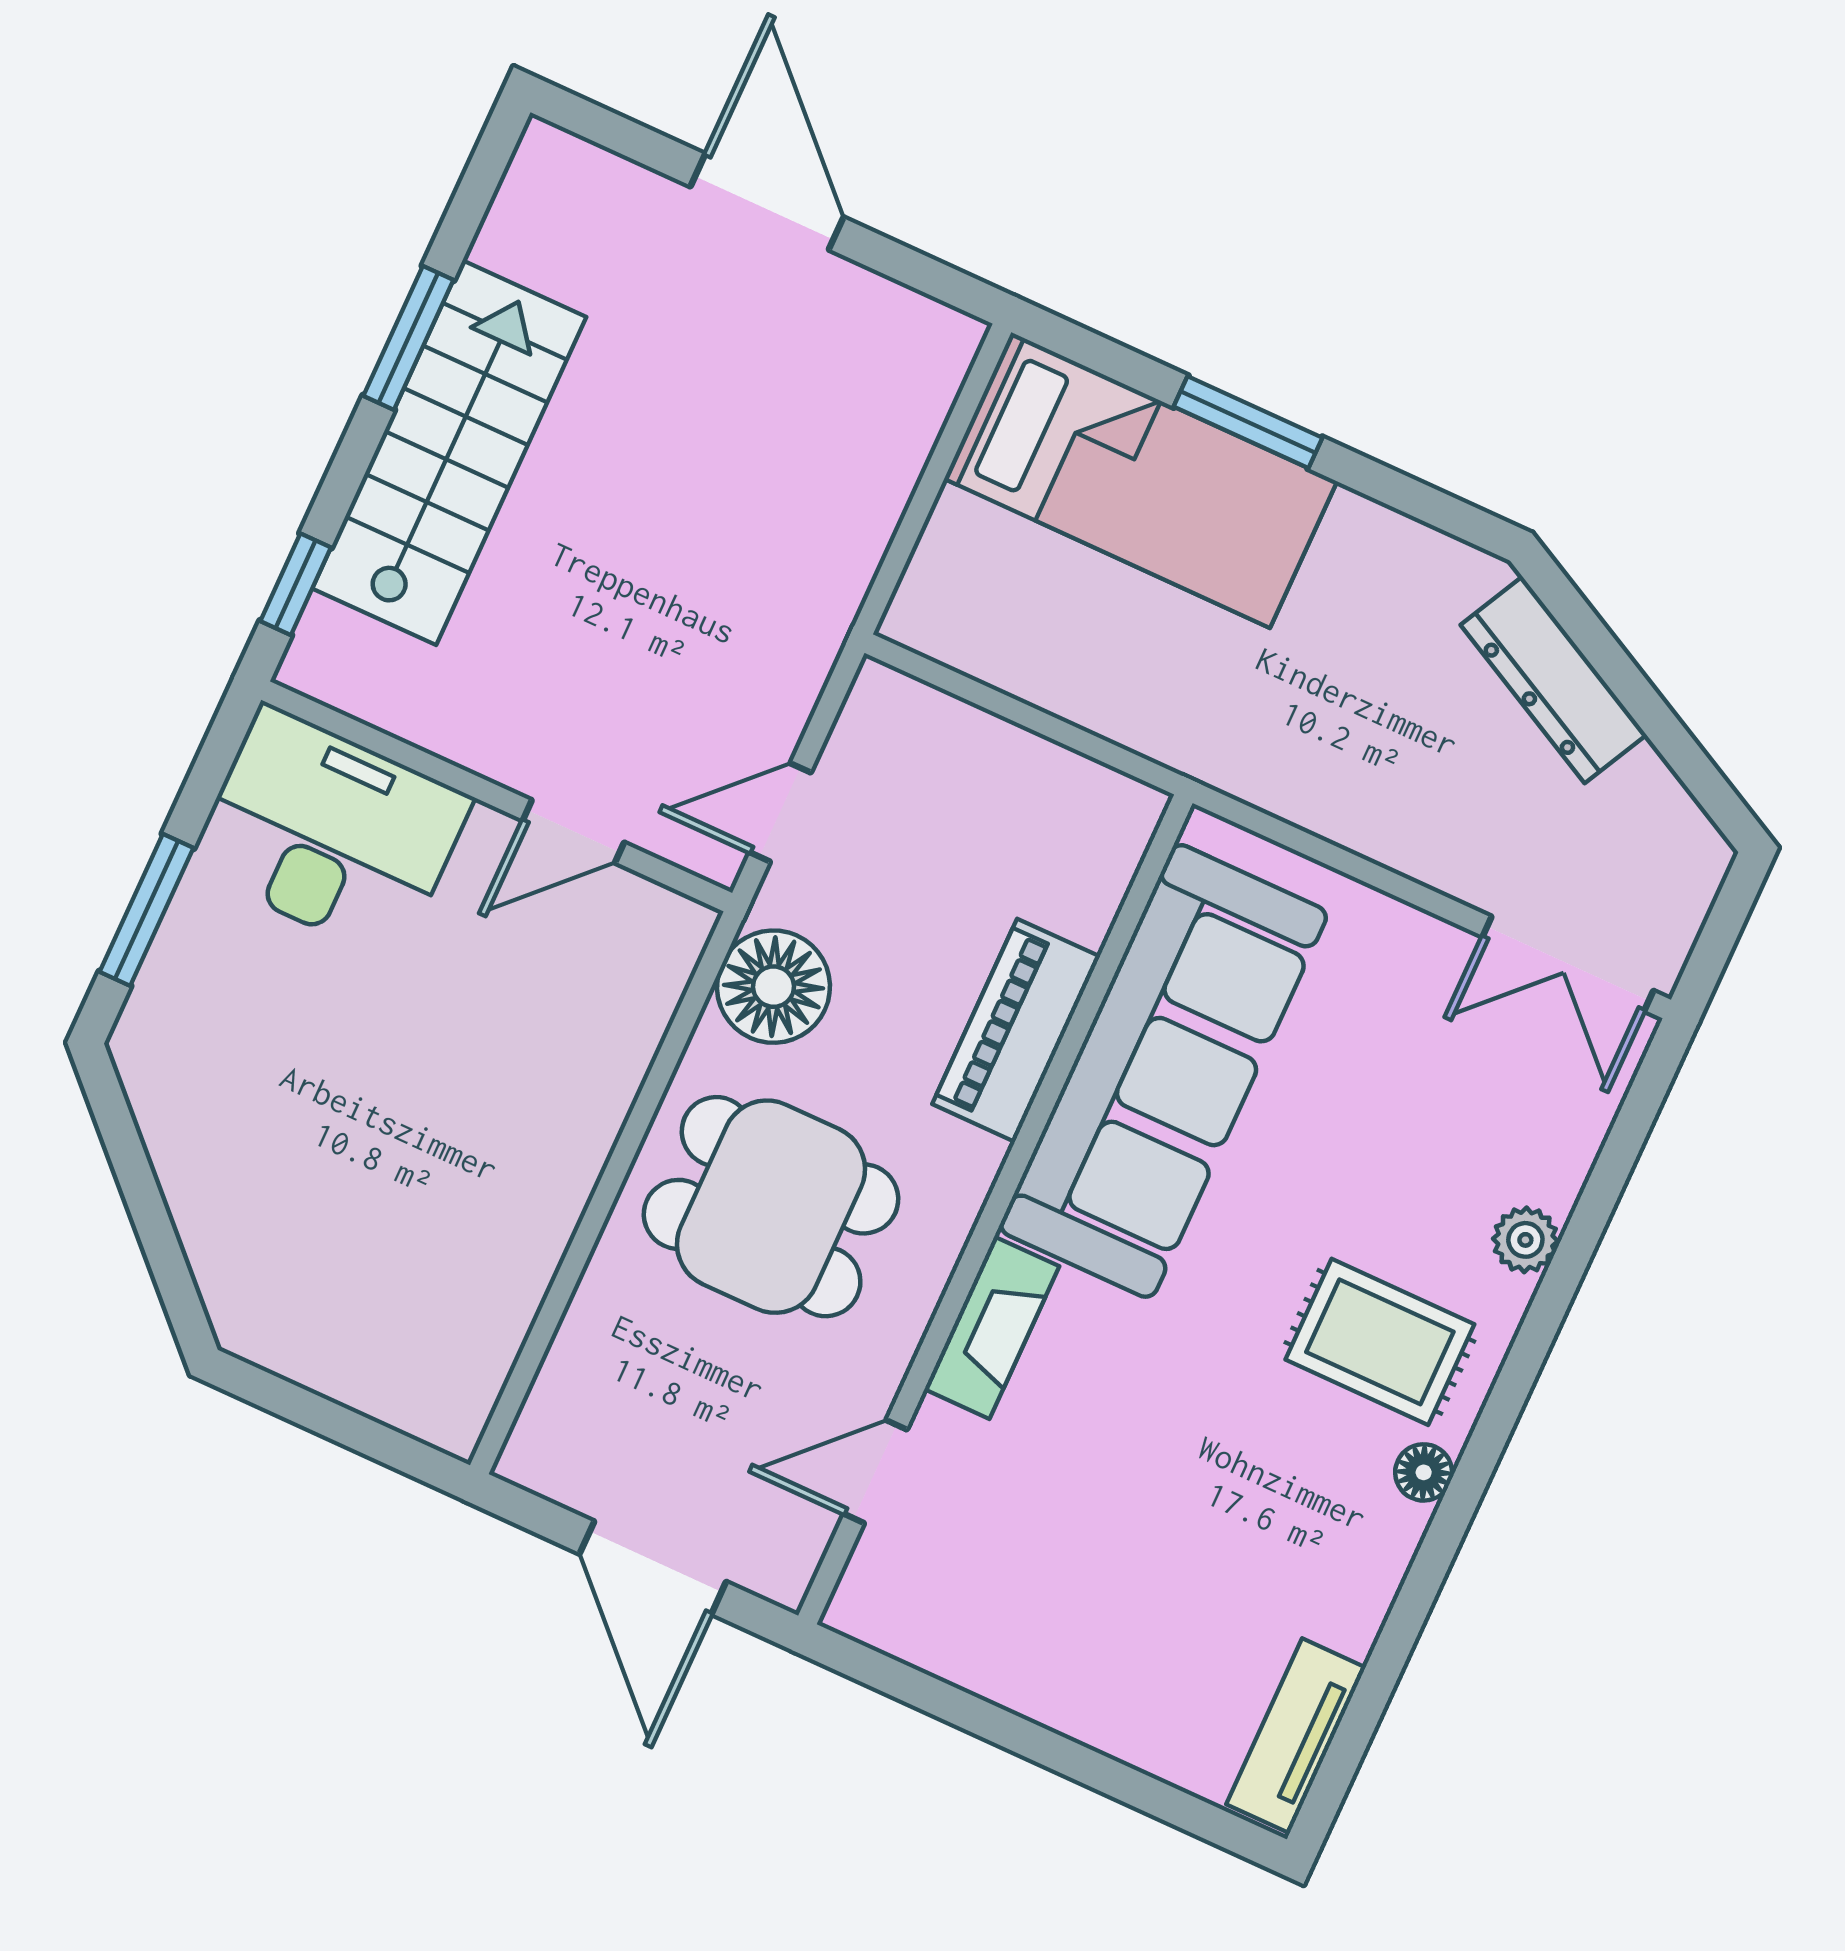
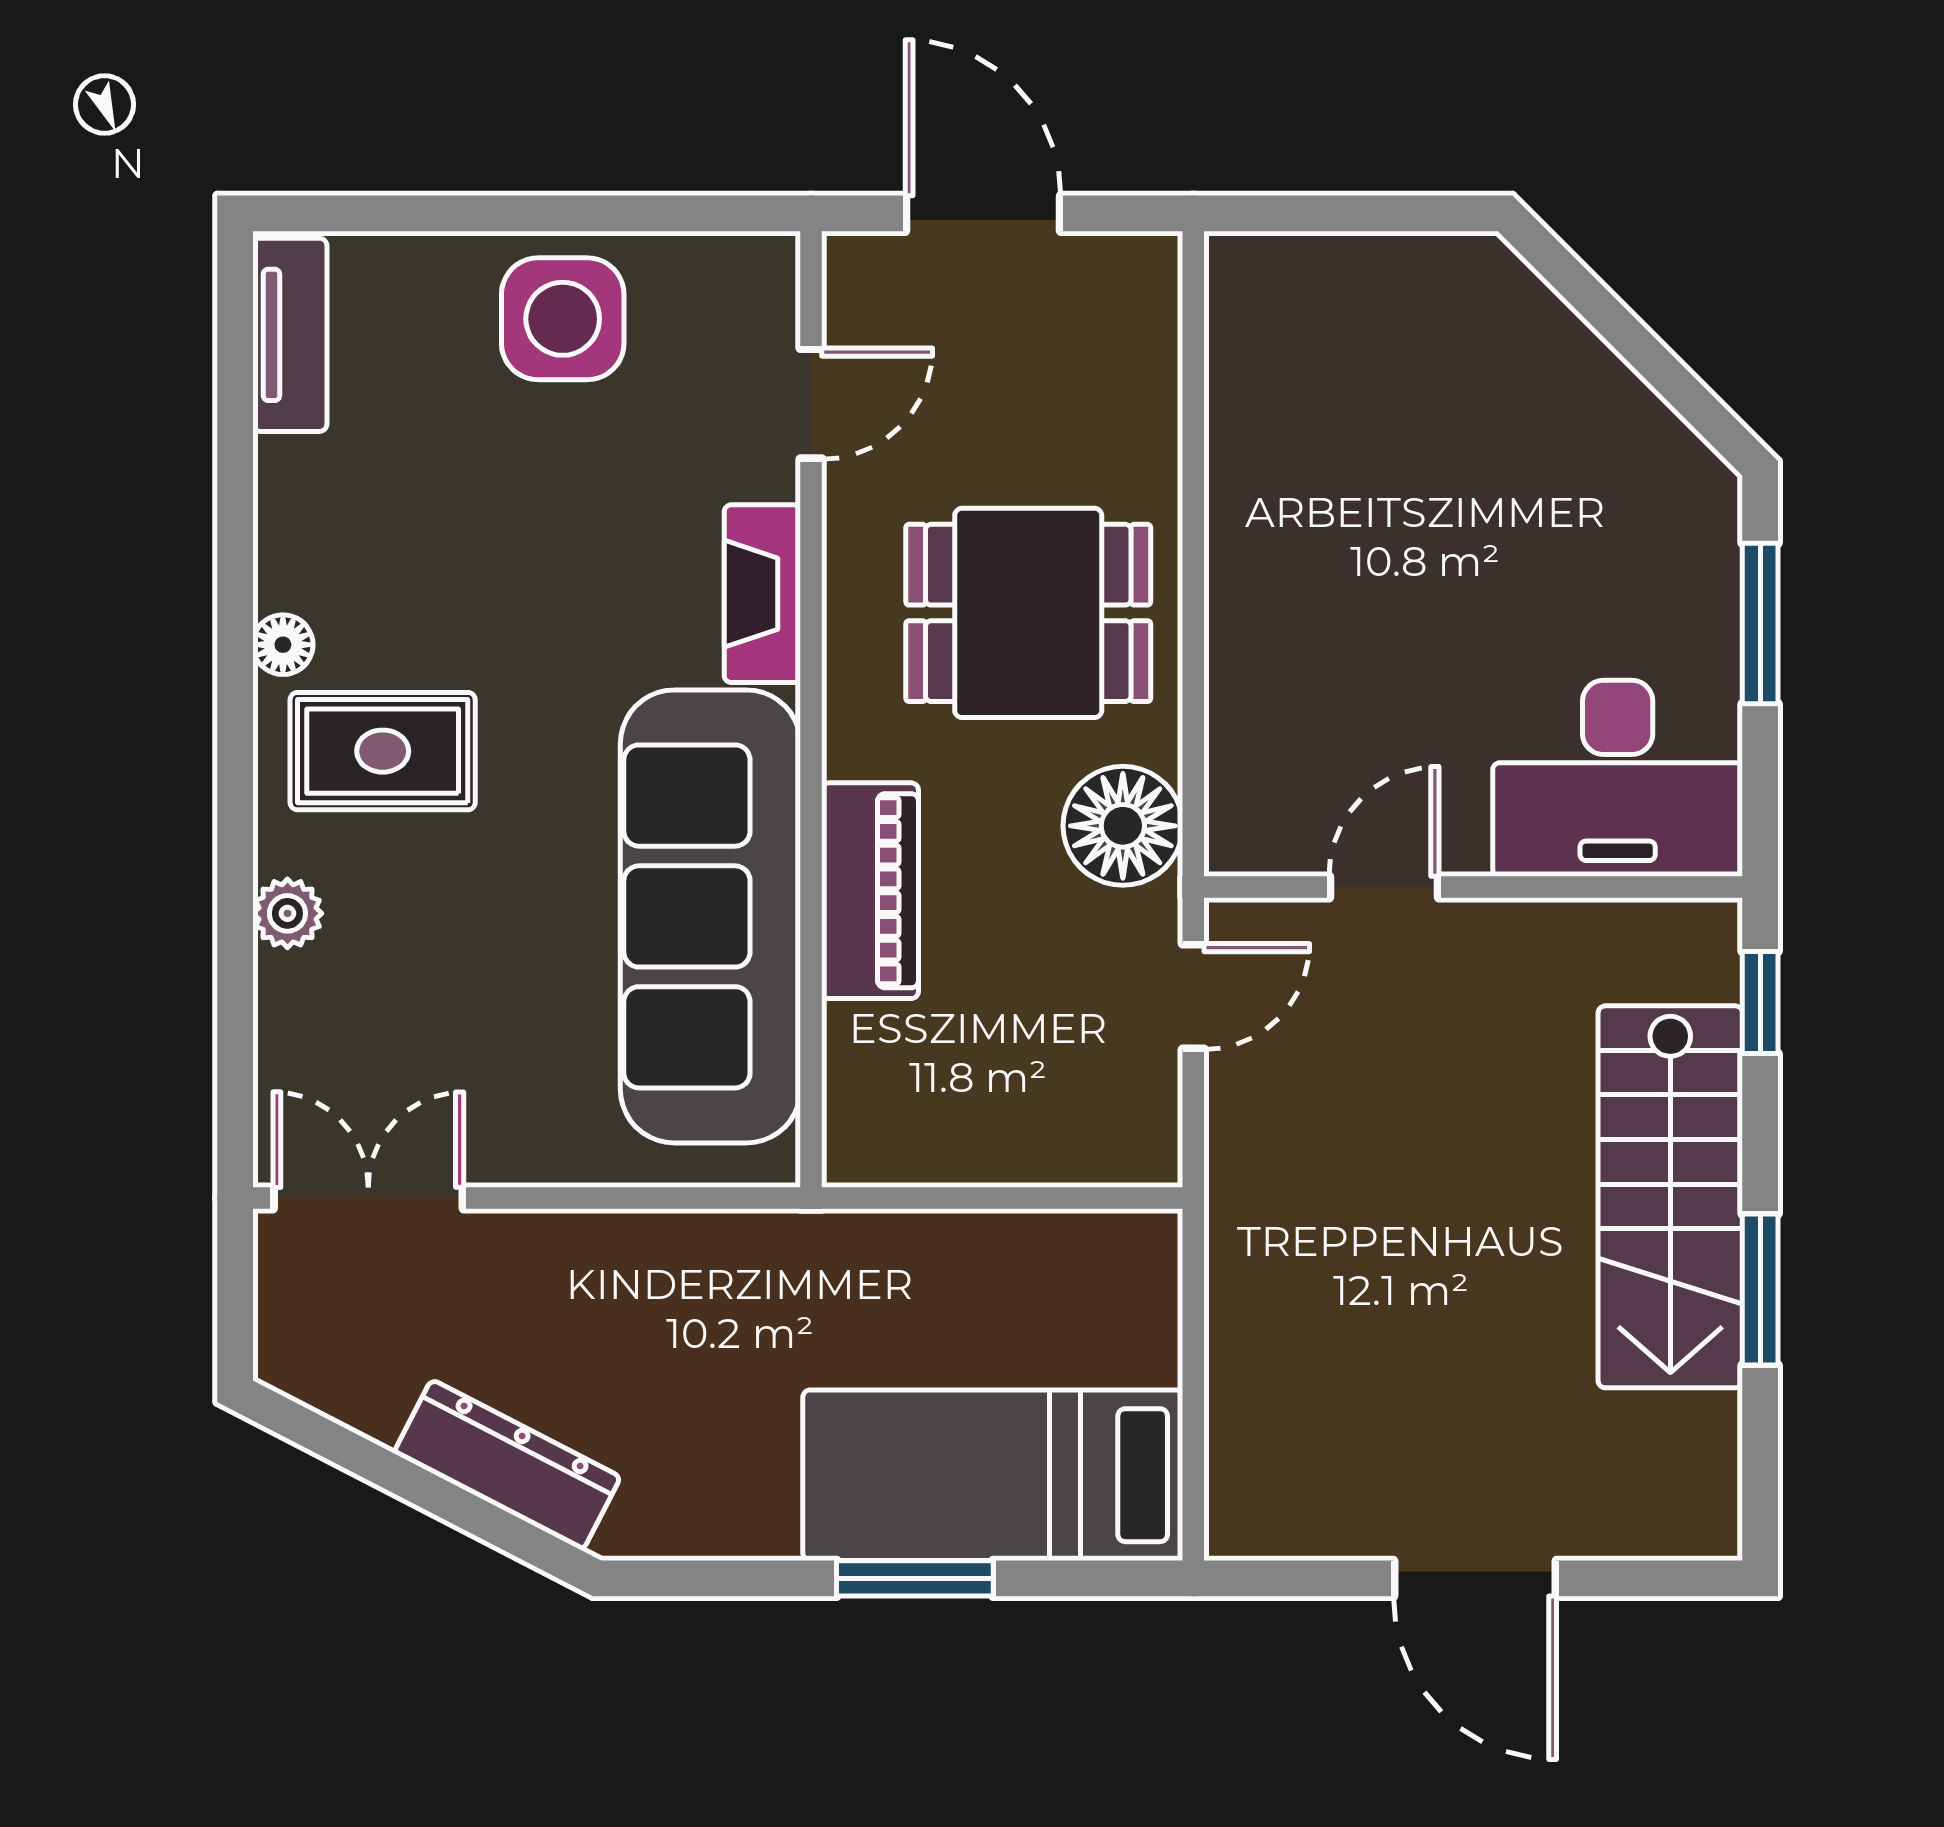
side table: (1055, 1642) -> (563, 319), added

